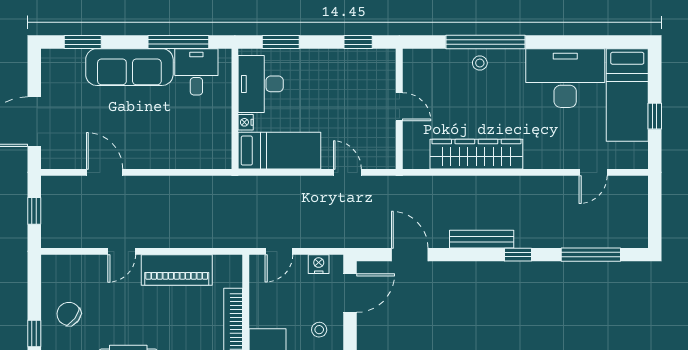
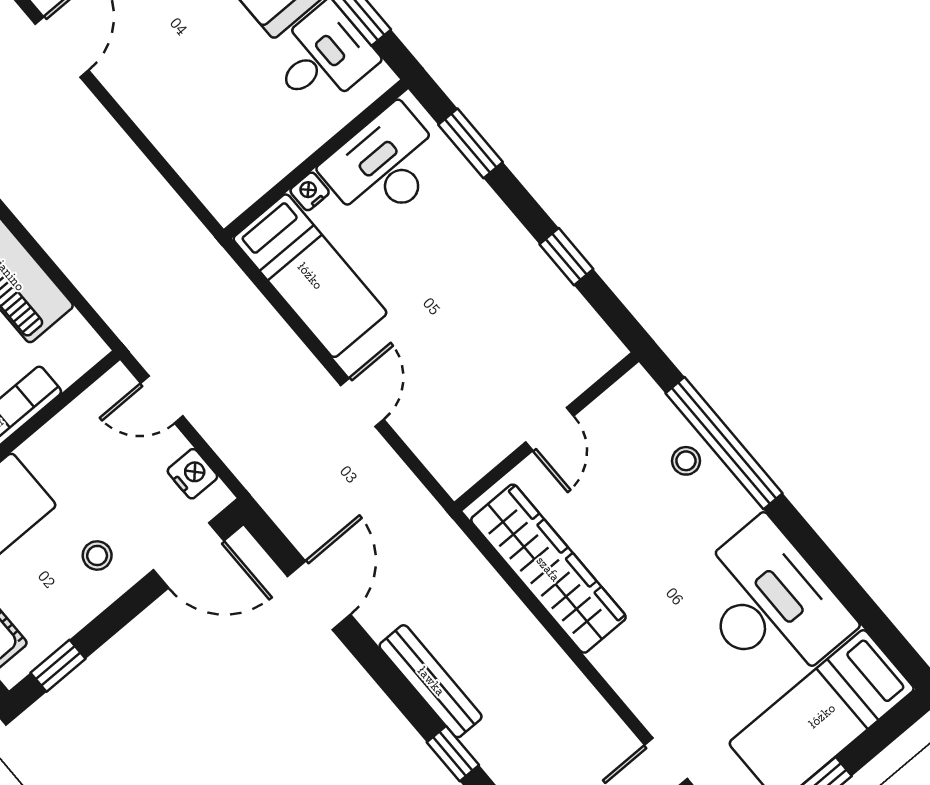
door: (399, 107) -> (550, 429), moved
wall: (399, 109) -> (546, 432), moved

